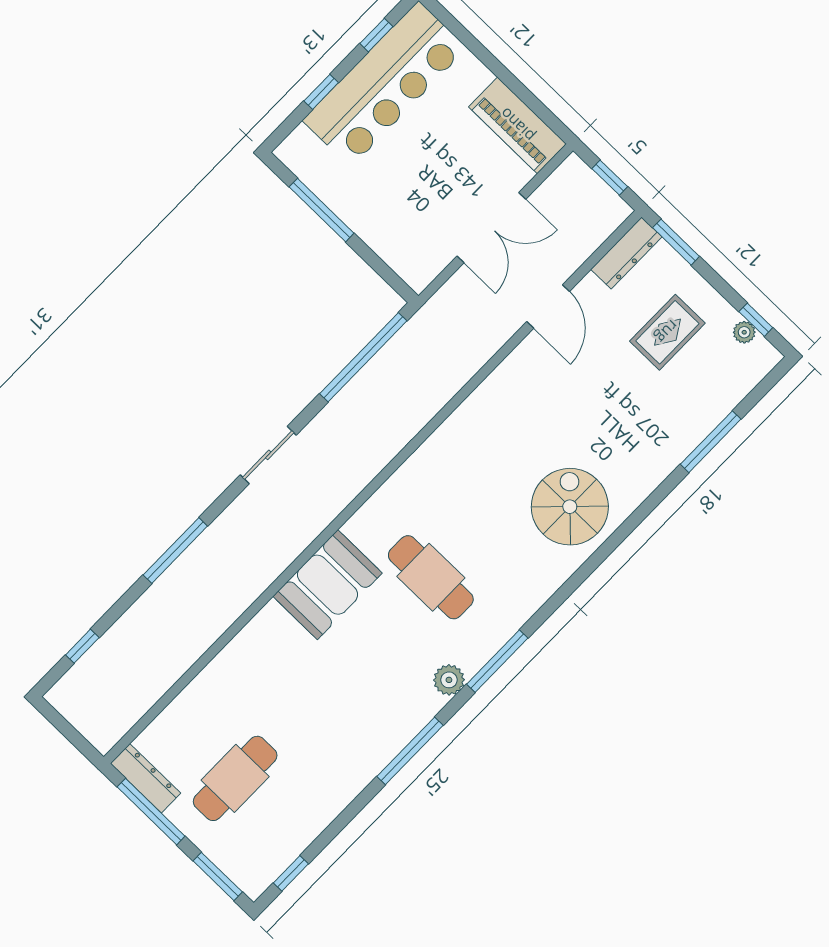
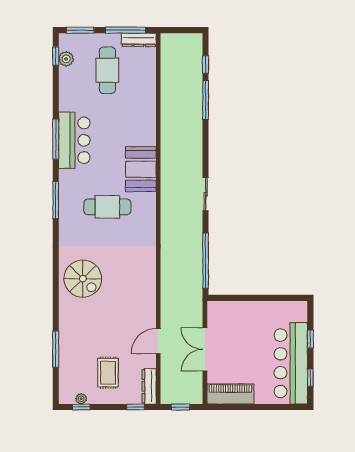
window: (322, 210) -> (270, 298), removed
window: (676, 242) -> (136, 407), width x0.67
door: (548, 307) -> (158, 341), hinge flipped
window: (175, 551) -> (206, 100), moved
plant: (449, 680) -> (66, 59), moved
bar counter: (384, 723) -> (74, 140), added

